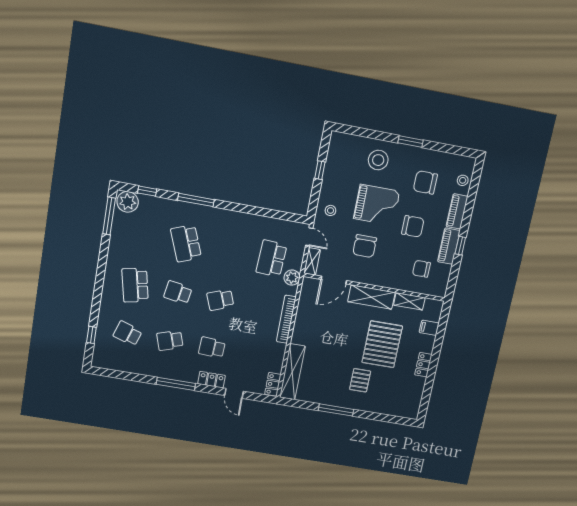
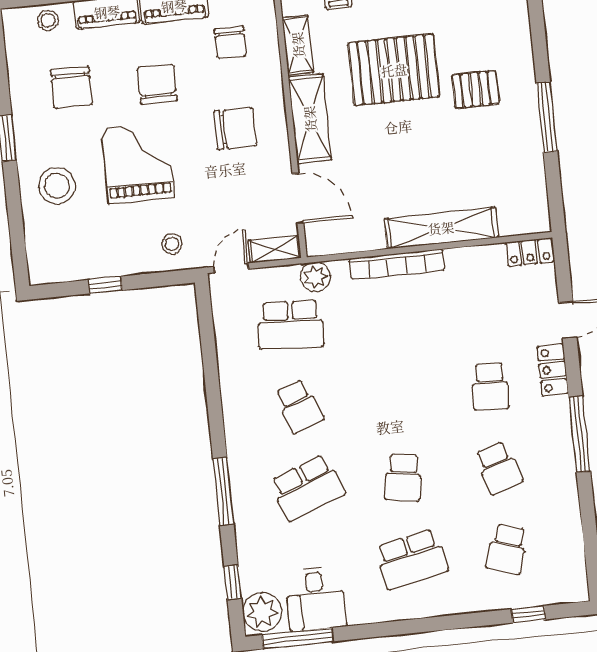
desk: (127, 231) -> (316, 599), added
chair: (365, 246) -> (235, 129), moved
school desk: (220, 300) -> (299, 406), moved
shelving: (292, 372) -> (441, 228), moved

